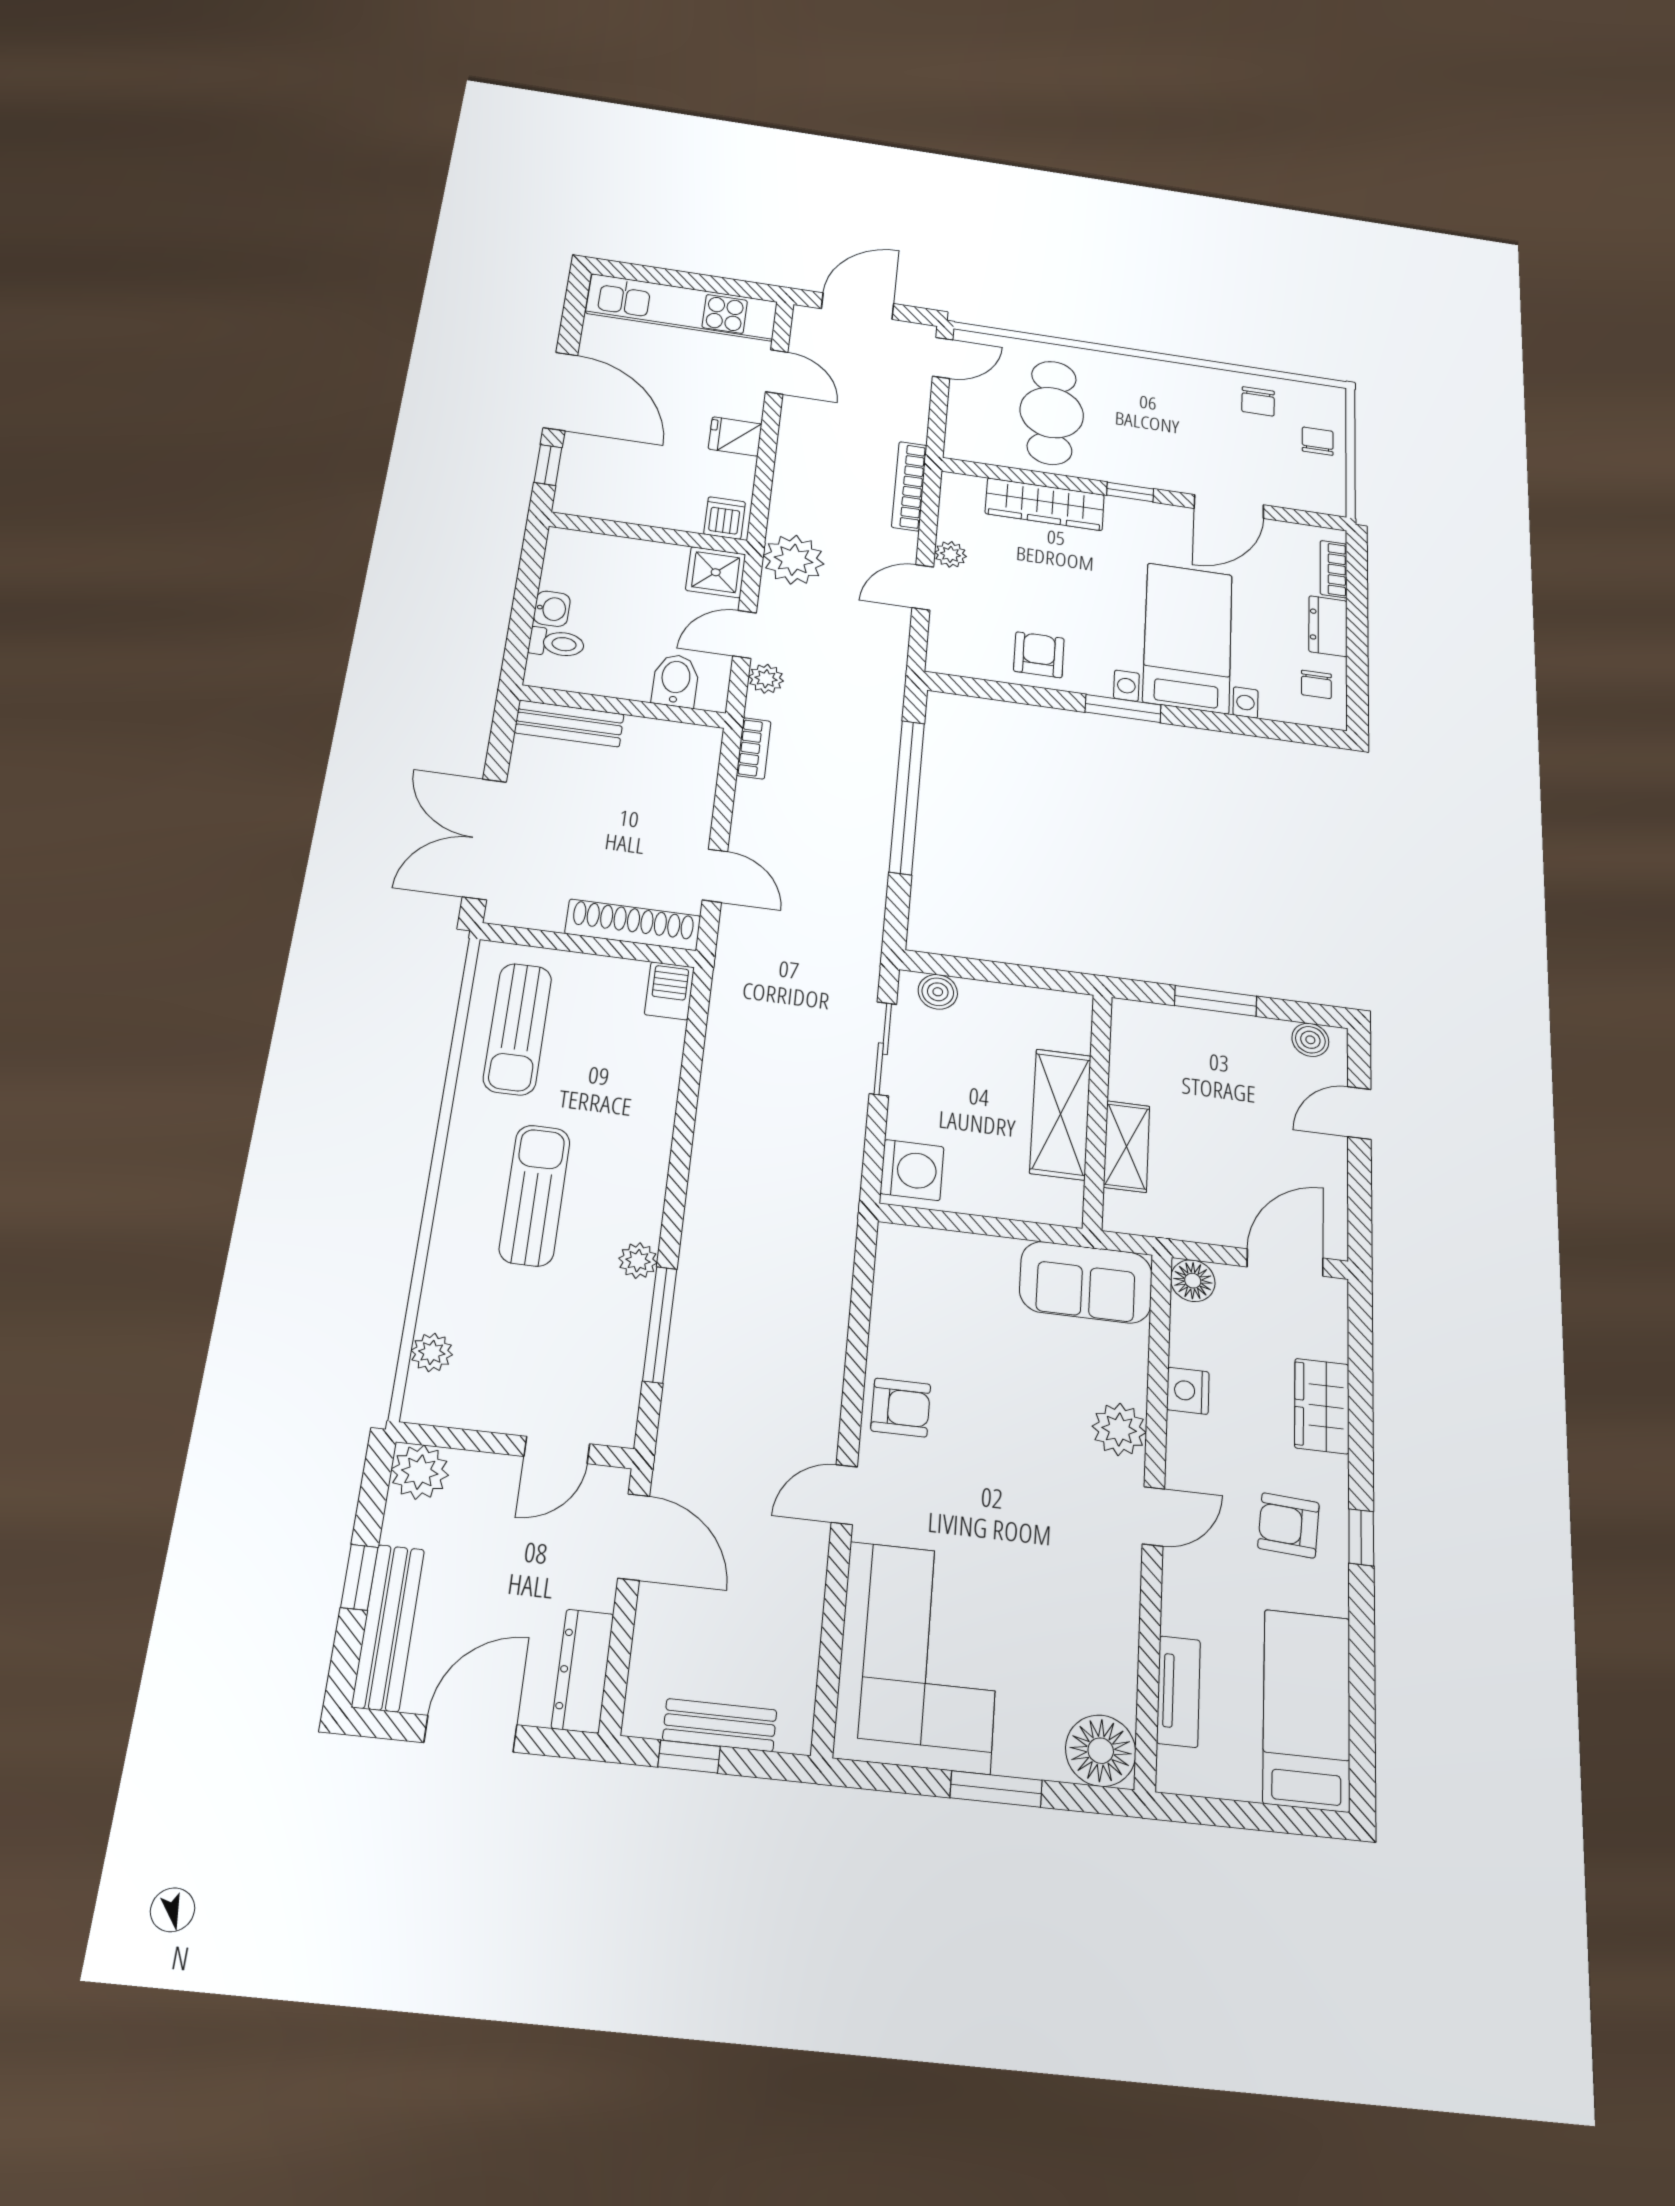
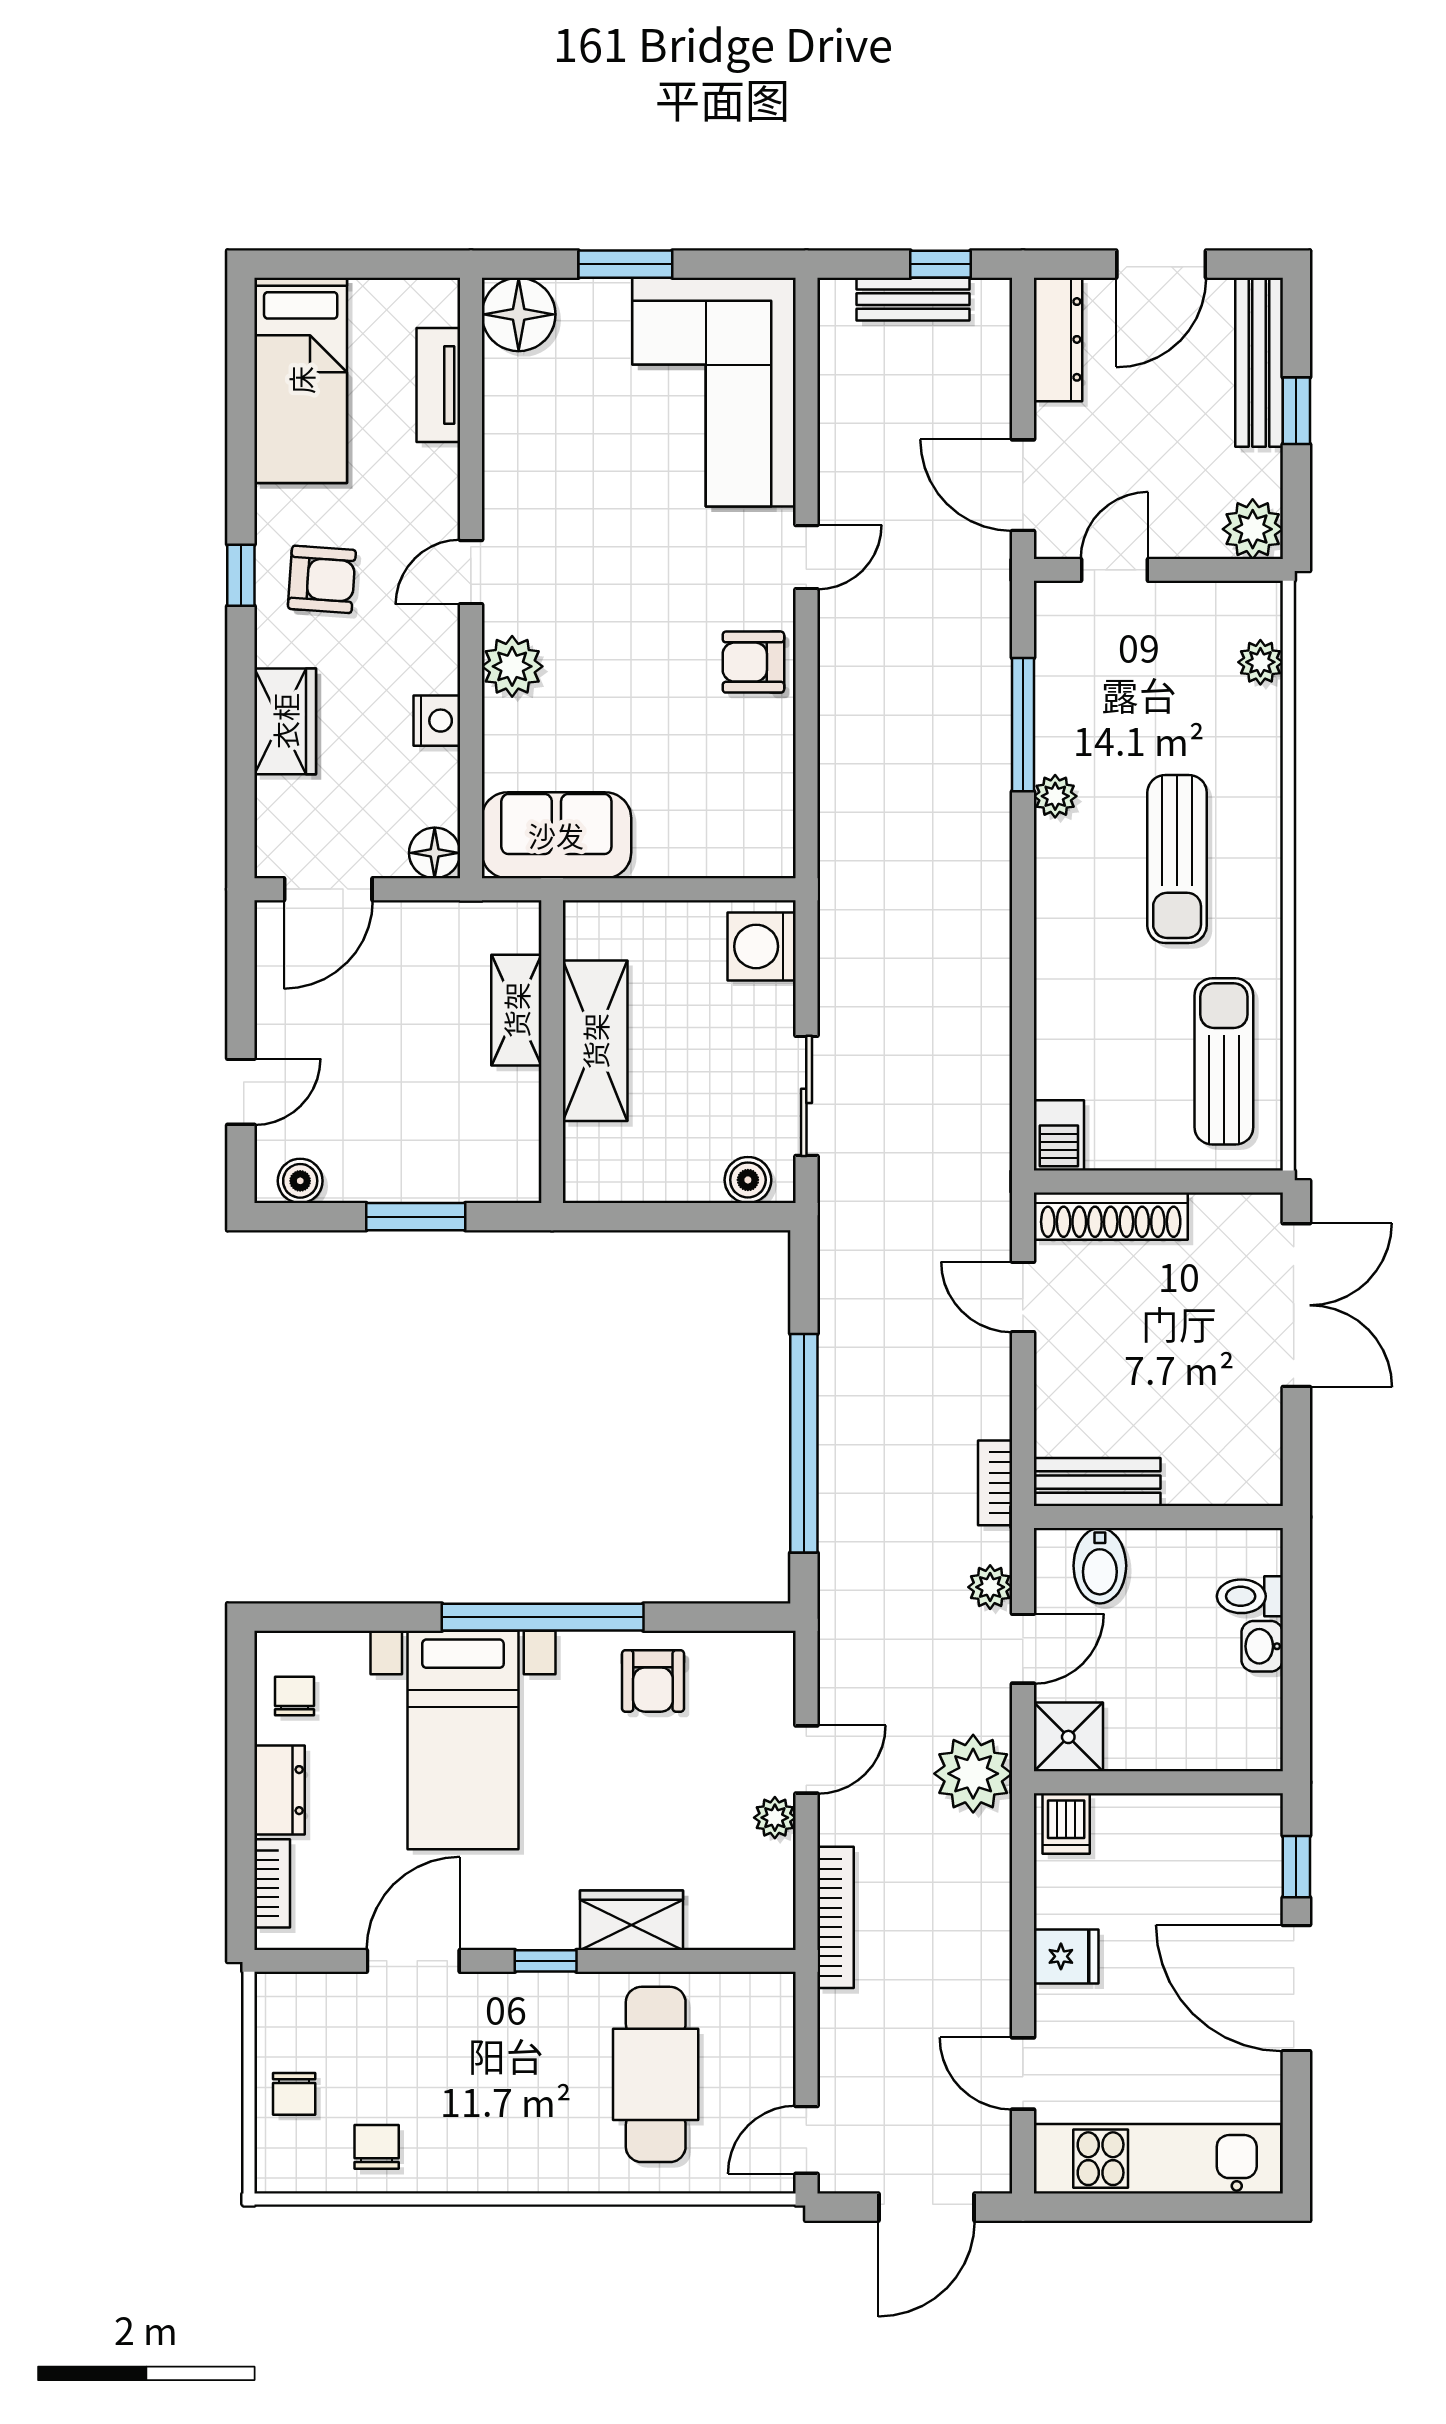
wardrobe: (1045, 504) -> (632, 1920), width x0.67
window: (1123, 709) -> (543, 1617), width x2.11
bench: (569, 724) -> (1097, 1482), moved

